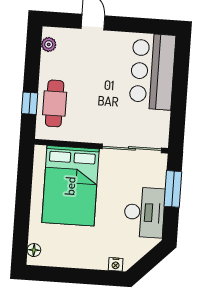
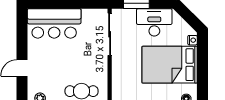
bed: (70, 186) -> (170, 65), moved, turned 180

